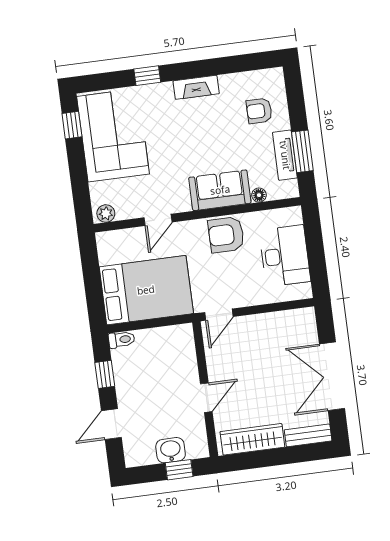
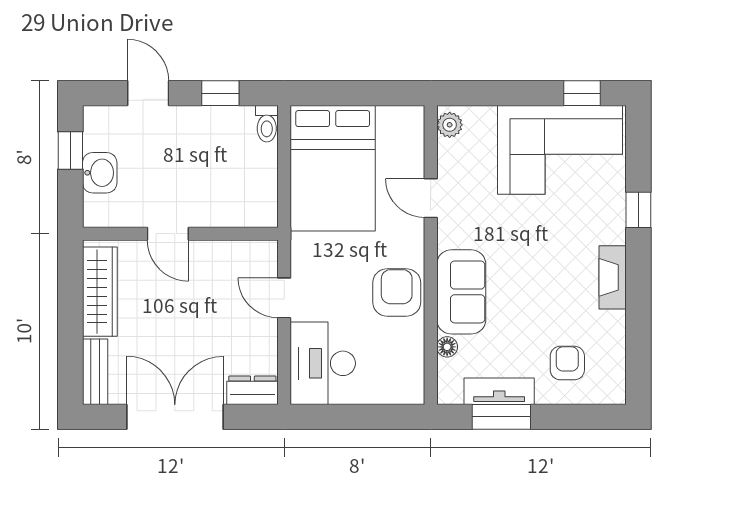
desk: (285, 256) -> (323, 363), moved, turned 90
door: (219, 315) -> (284, 298), moved
dresser: (307, 325) -> (252, 390), added
window: (179, 470) -> (70, 151), moved

